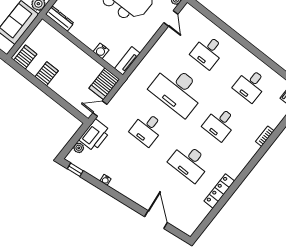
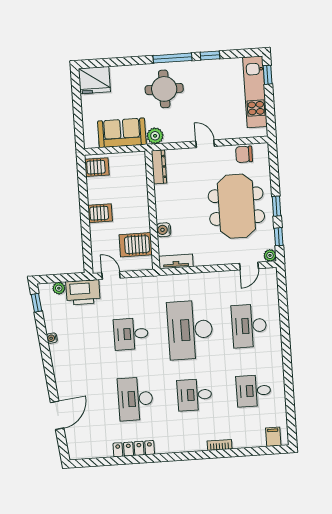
desk: (208, 52) -> (249, 326), width x1.37
server rack: (47, 74) -> (100, 213), moved
server rack: (104, 84) -> (136, 245), moved

